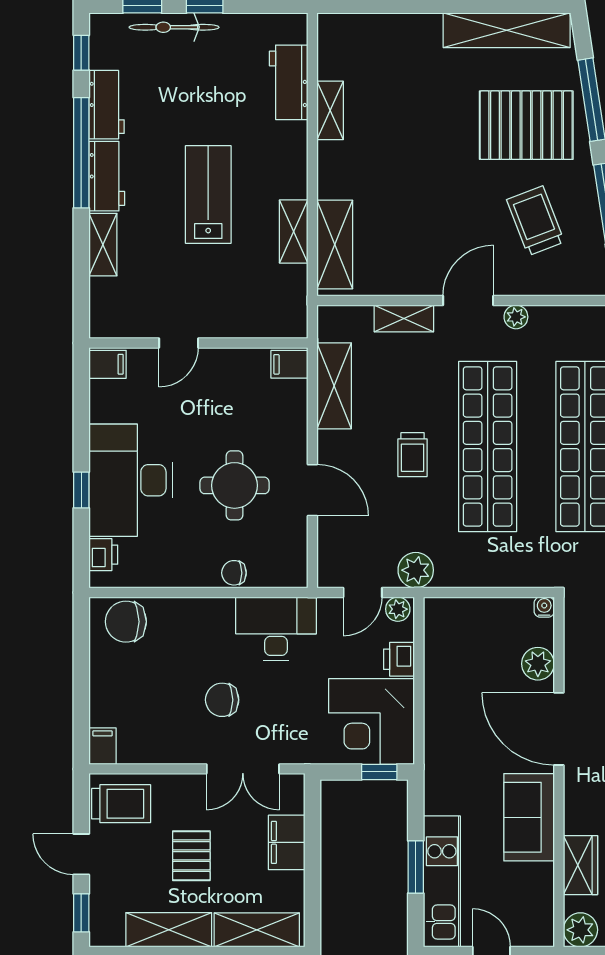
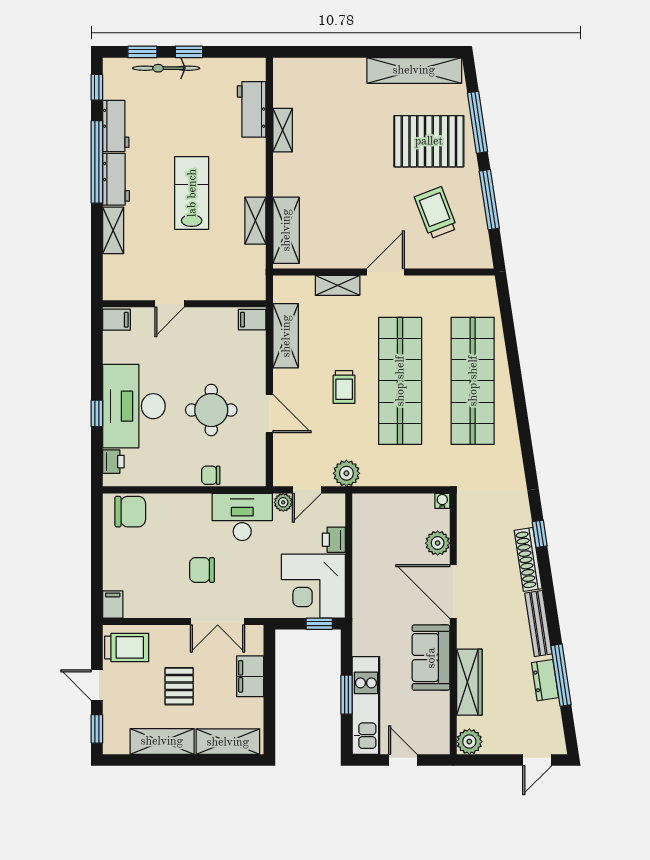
plant: (516, 317) -> (421, 284), removed
plant: (398, 609) -> (283, 502), moved
chair: (126, 622) -> (130, 512), turned 180
wardrobe: (580, 865) -> (469, 682), width x1.50

